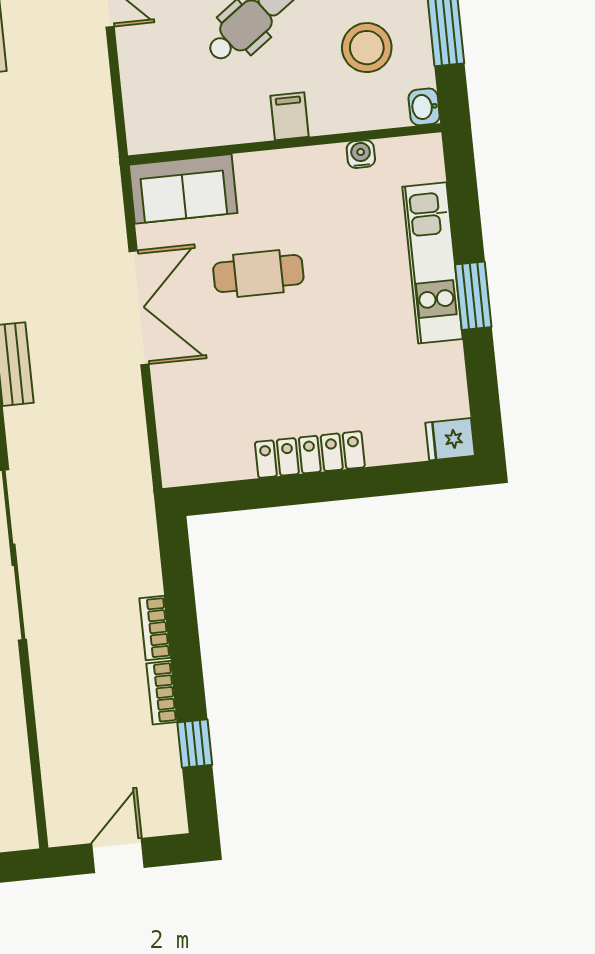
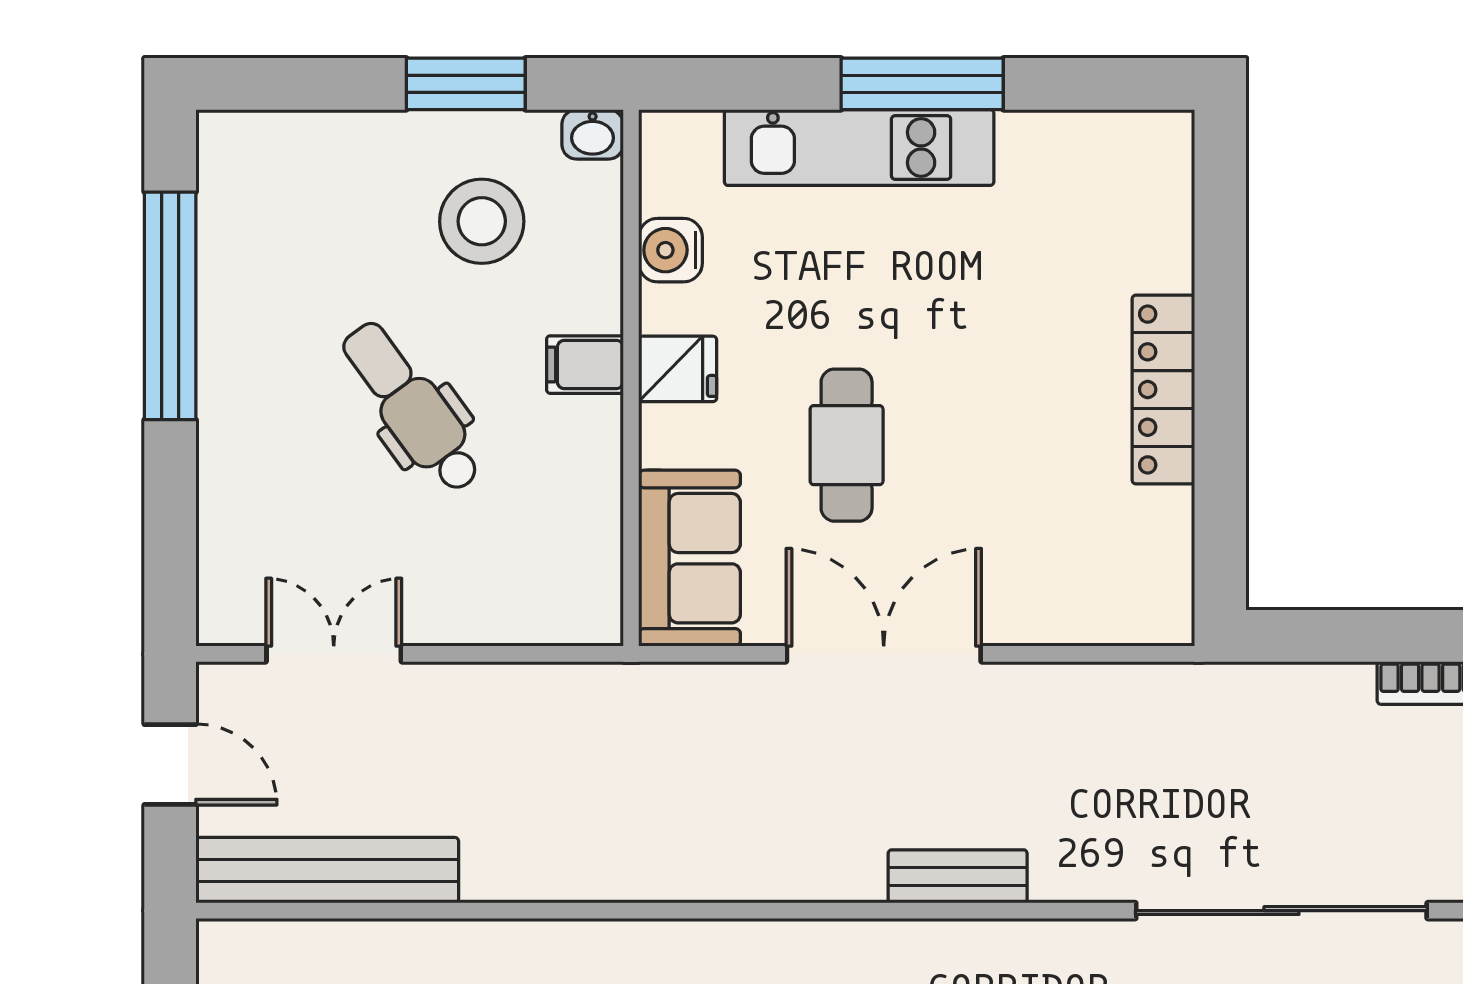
water cooler: (361, 154) -> (671, 250), width x1.38, depth x1.38
window: (473, 296) -> (922, 84), width x1.44
fridge: (450, 439) -> (678, 369), moved, turned -90

